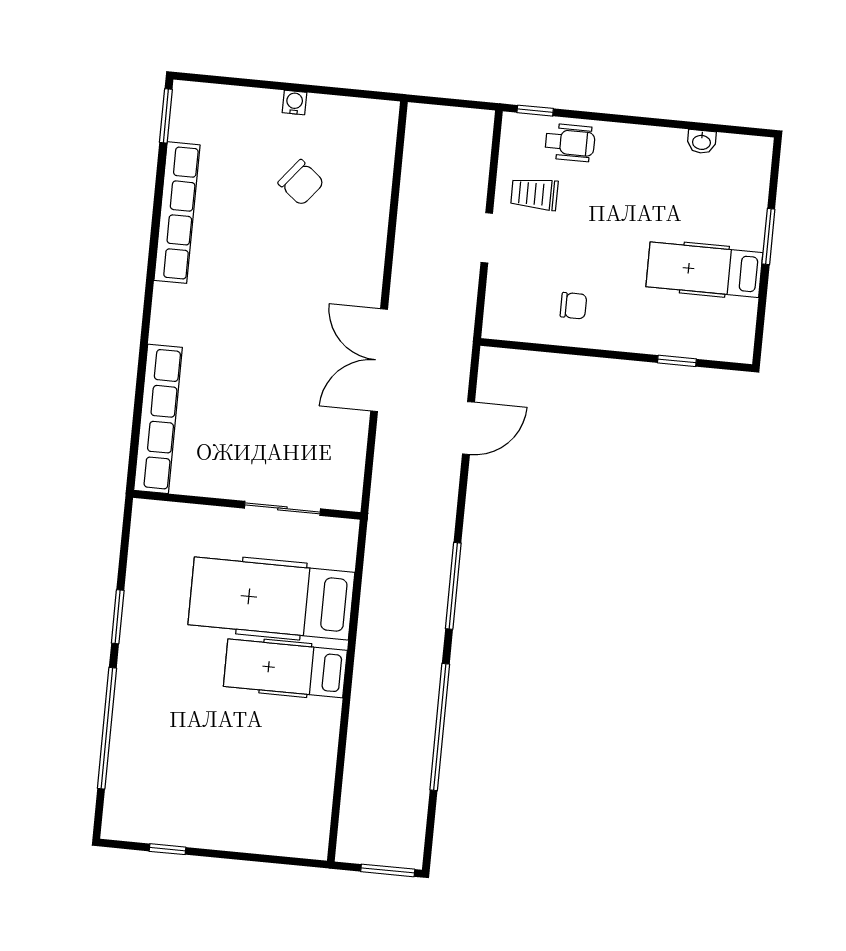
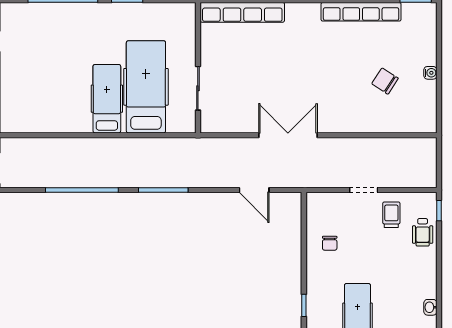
chair: (301, 183) -> (385, 81), turned 84

